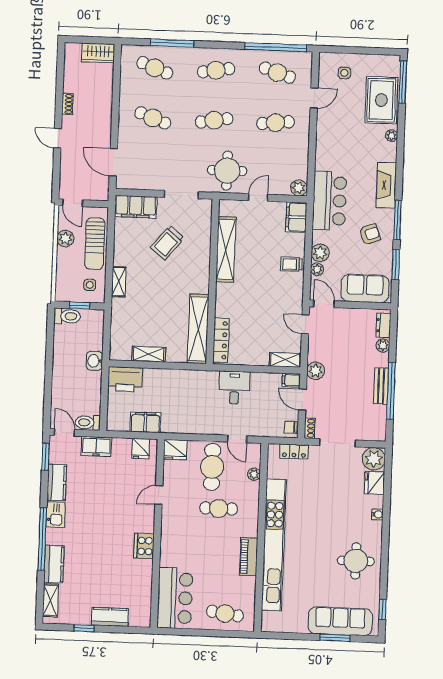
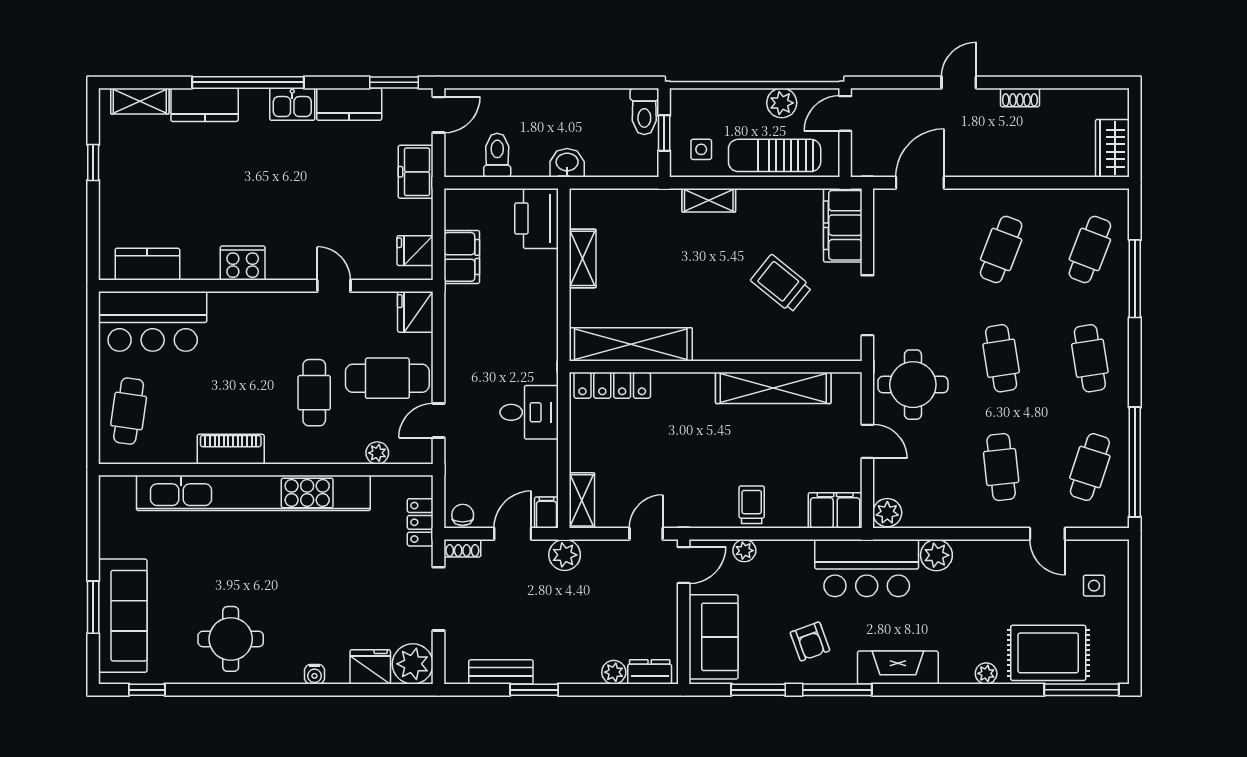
plant: (320, 253) -> (936, 555), moved
bench: (381, 386) -> (501, 672), moved
window: (391, 391) -> (534, 690), width x0.47
toilet: (88, 423) -> (497, 155), moved
kitchen counter: (110, 617) -> (147, 264), moved, turned -90

